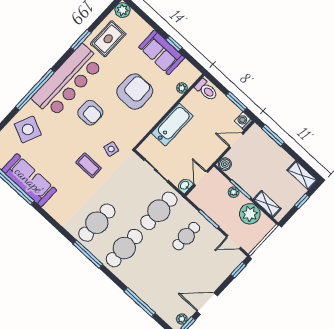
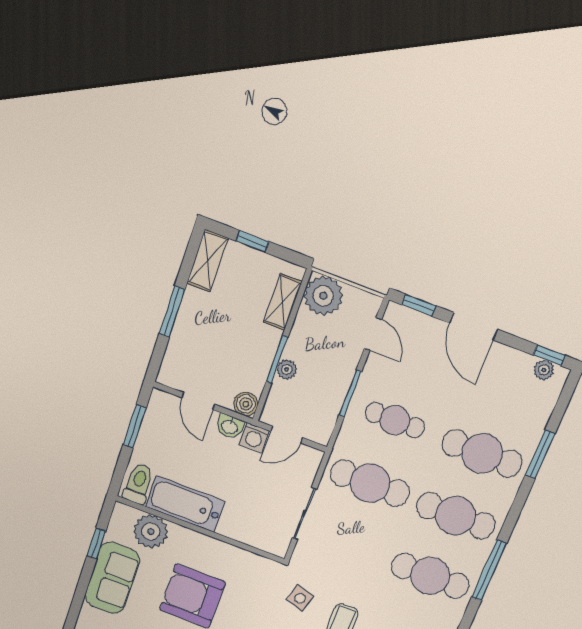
window: (174, 44) -> (96, 543), moved
plant: (182, 88) -> (151, 531), width x1.88, depth x1.88
washing machine: (243, 121) -> (254, 438), moved
bathtub: (172, 125) -> (185, 504), moved
window: (273, 135) -> (172, 312), moved
washbasin: (185, 185) -> (230, 426), moved
plant: (250, 214) -> (323, 296), moved
cafe table: (152, 273) -> (482, 453), added
window: (140, 302) -> (540, 454), width x0.69
door: (207, 304) -> (474, 326), moved

